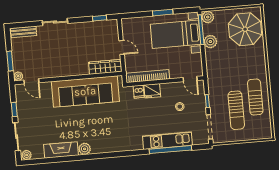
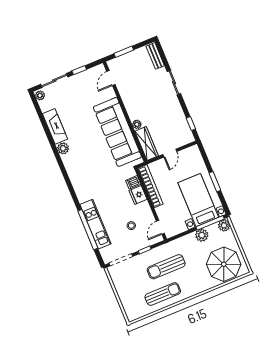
plant: (18, 76) -> (137, 124), moved
sun lounger: (236, 110) -> (166, 267), moved

